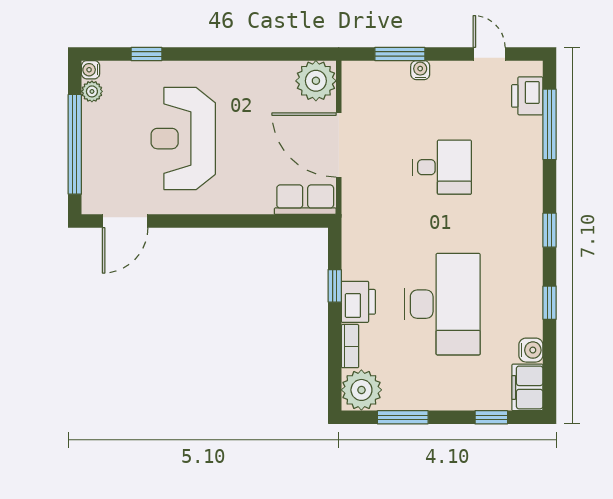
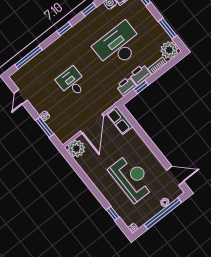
plant: (92, 91) -> (165, 202), moved
printer: (527, 96) -> (126, 86), moved, turned 180
reception desk: (183, 139) -> (132, 178), turned -90

